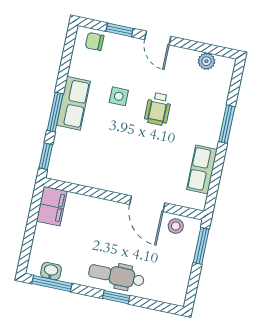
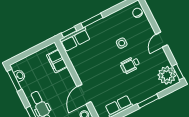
window: (120, 30) -> (178, 72), moved
plant: (206, 61) -> (167, 75), width x1.87, depth x1.87
row of seats: (73, 103) -> (75, 39), moved
filing cabinet: (52, 206) -> (57, 61), moved, turned 90

